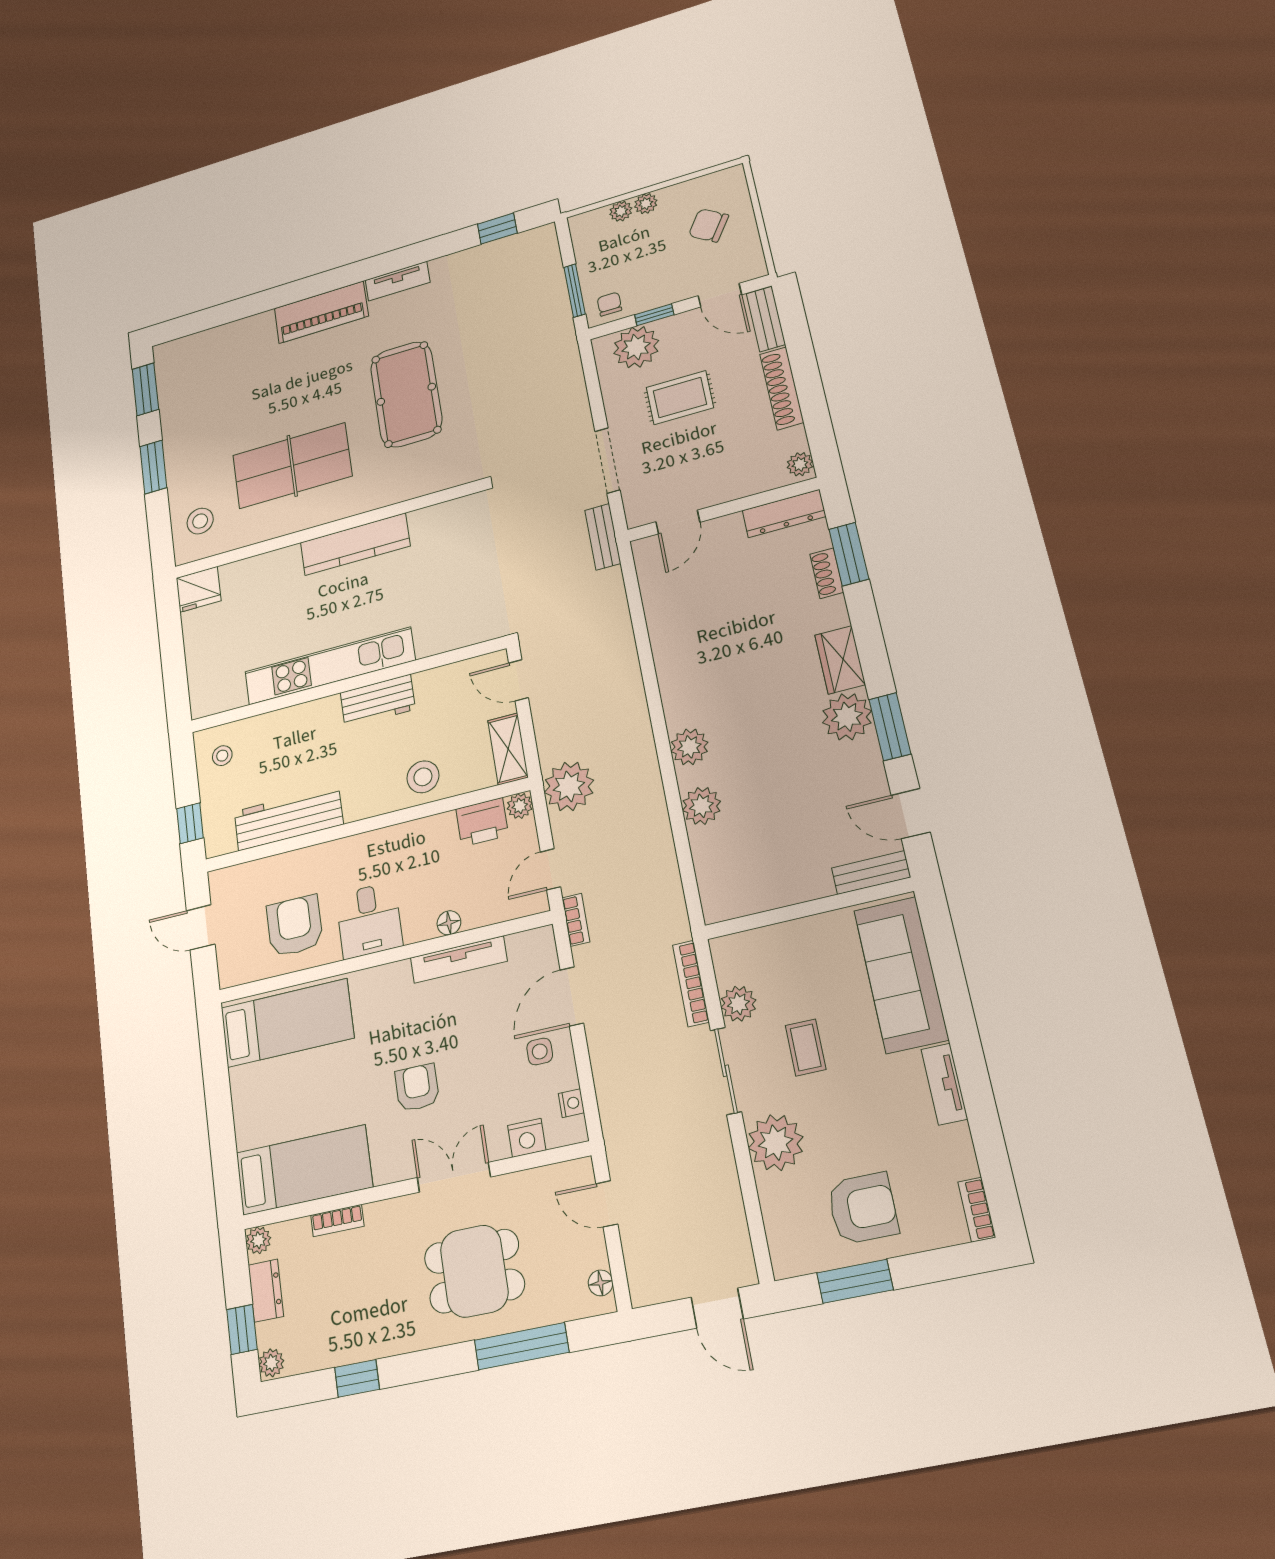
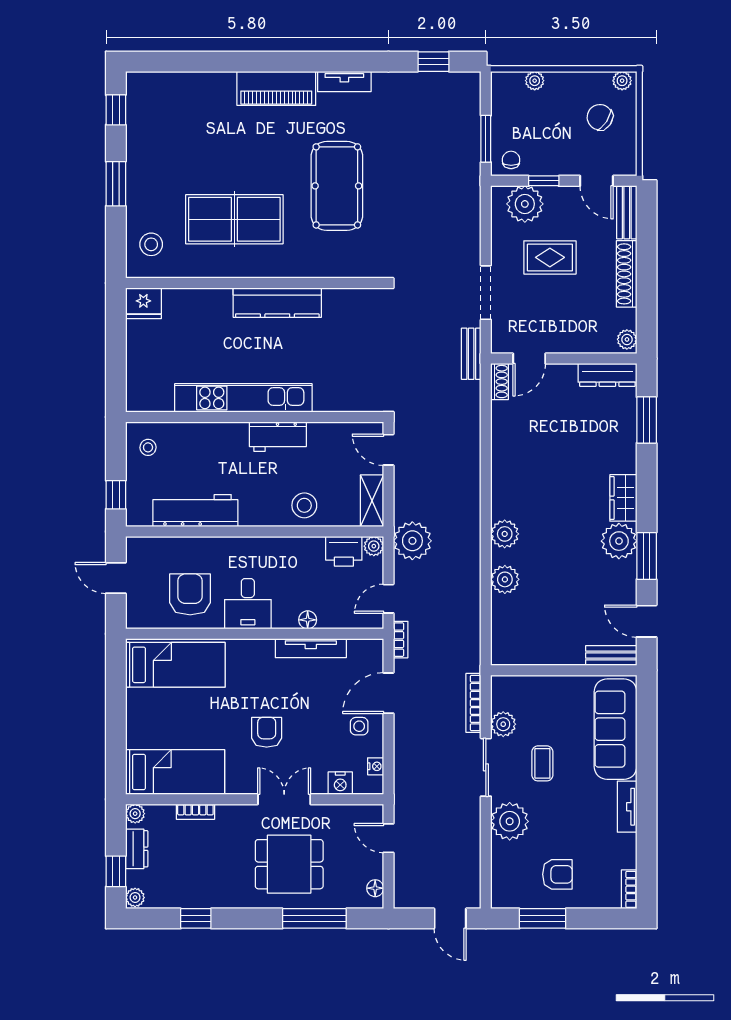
plant: (646, 204) -> (622, 81), moved
window: (145, 389) -> (116, 110), width x0.67
shoe rack: (827, 573) -> (500, 382), moved, turned 180
armchair: (863, 1208) -> (557, 874), width x0.72, depth x0.72

